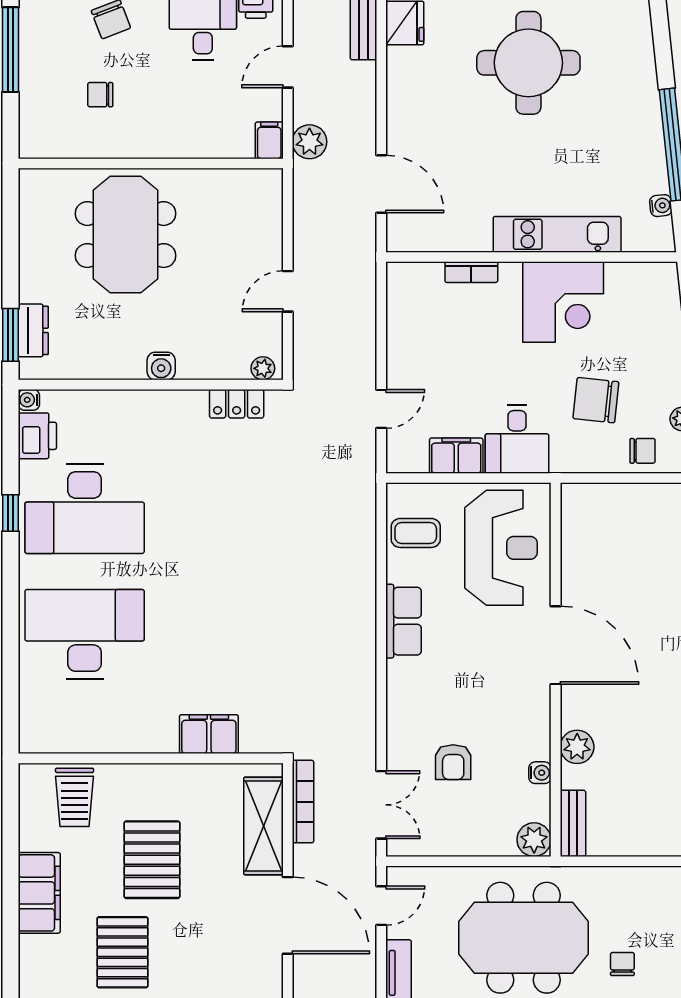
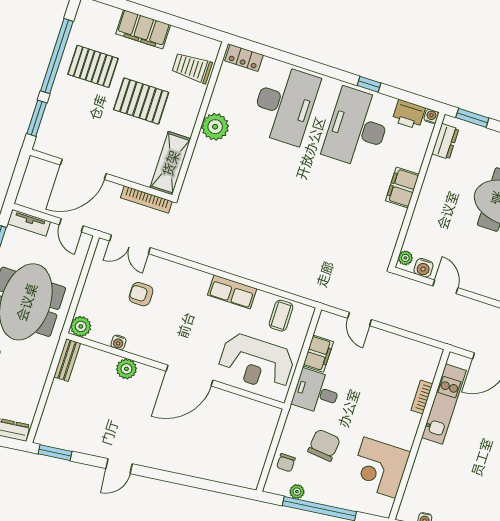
kitchen unit: (557, 234) -> (444, 404), moved
corner desk: (563, 302) -> (380, 468), moved
dresser: (33, 330) -> (445, 141), moved, turned -90
water cooler: (161, 366) -> (424, 268), moved, turned -90
locker: (237, 404) -> (244, 58), moved, turned -90
plant: (155, 731) -> (215, 127), added
filing cabinet: (209, 734) -> (402, 187), moved, turned 180
bench: (573, 823) -> (67, 360), moved, turned 90
shelving: (264, 826) -> (170, 163), moved, turned 90

